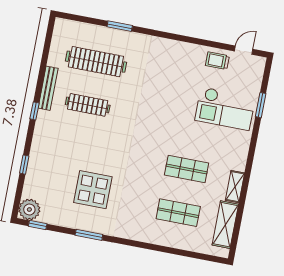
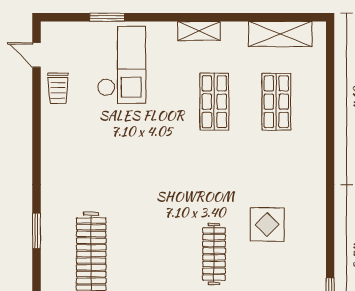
clothes rail: (88, 105) -> (214, 254), moved
shelving: (235, 187) -> (199, 31), moved
display table: (93, 190) -> (267, 224), width x0.73, depth x0.73
window: (89, 235) -> (330, 218), removed

